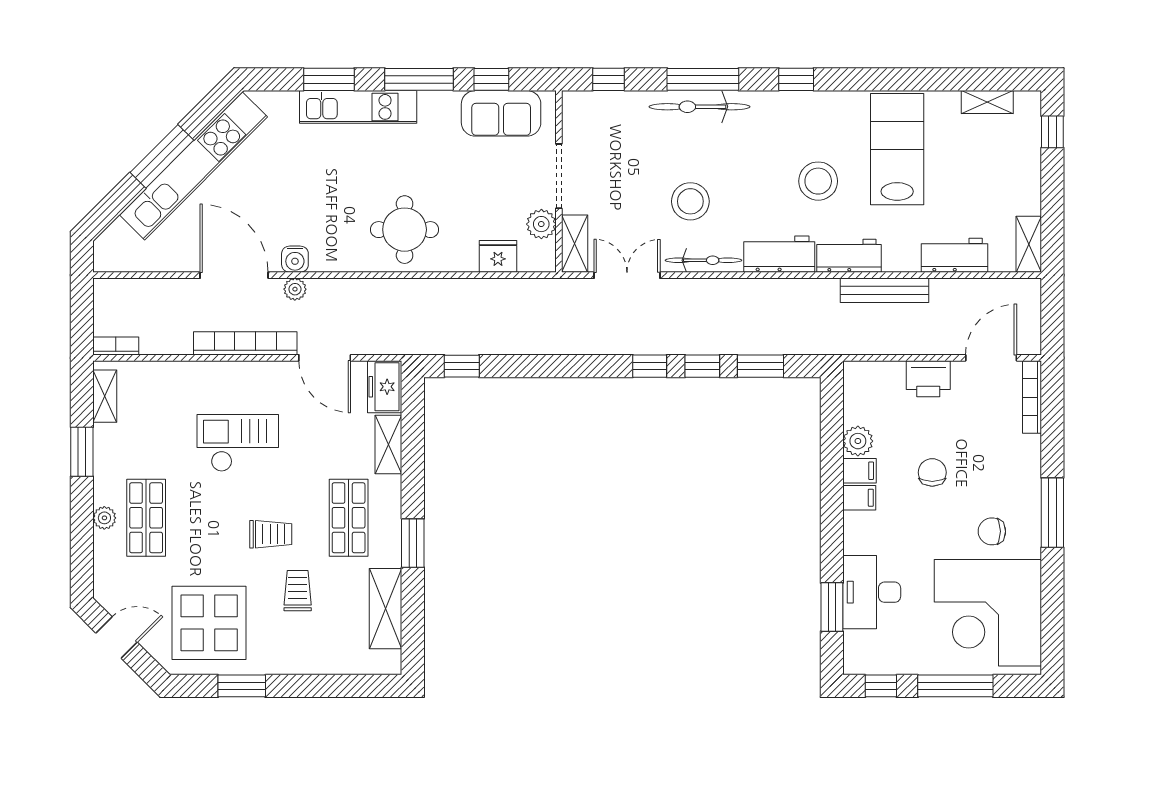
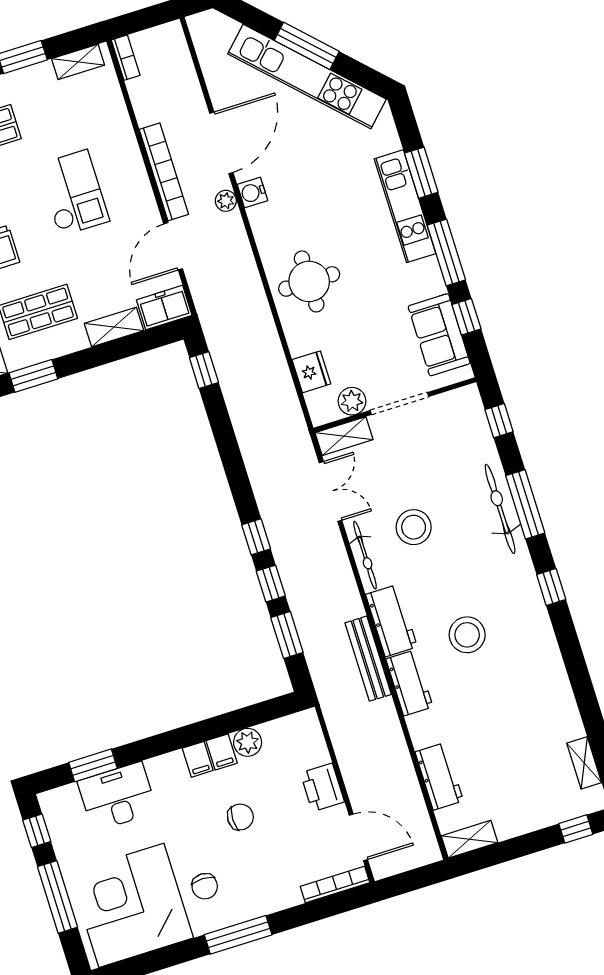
lab bench: (897, 149) -> (517, 696), removed
bench: (884, 290) -> (368, 659), moved
chair: (992, 531) -> (205, 886), turned 180

